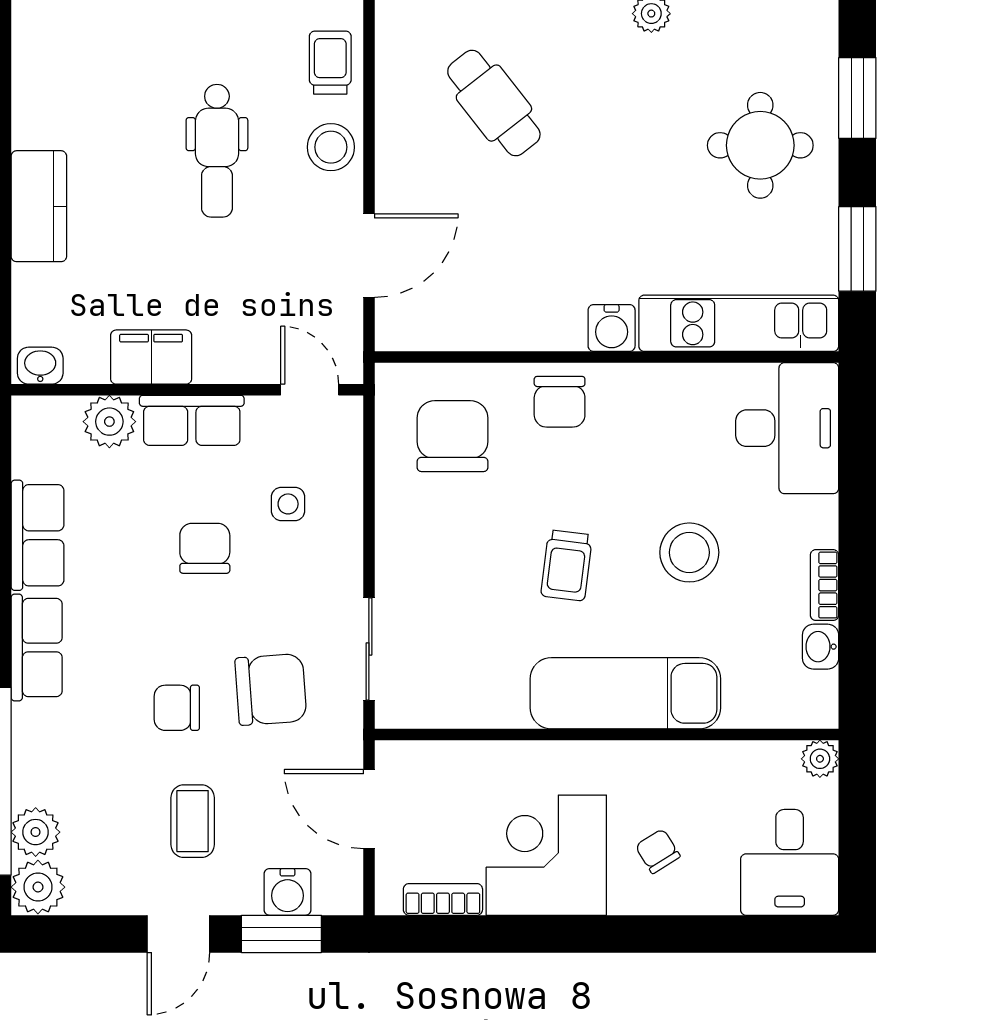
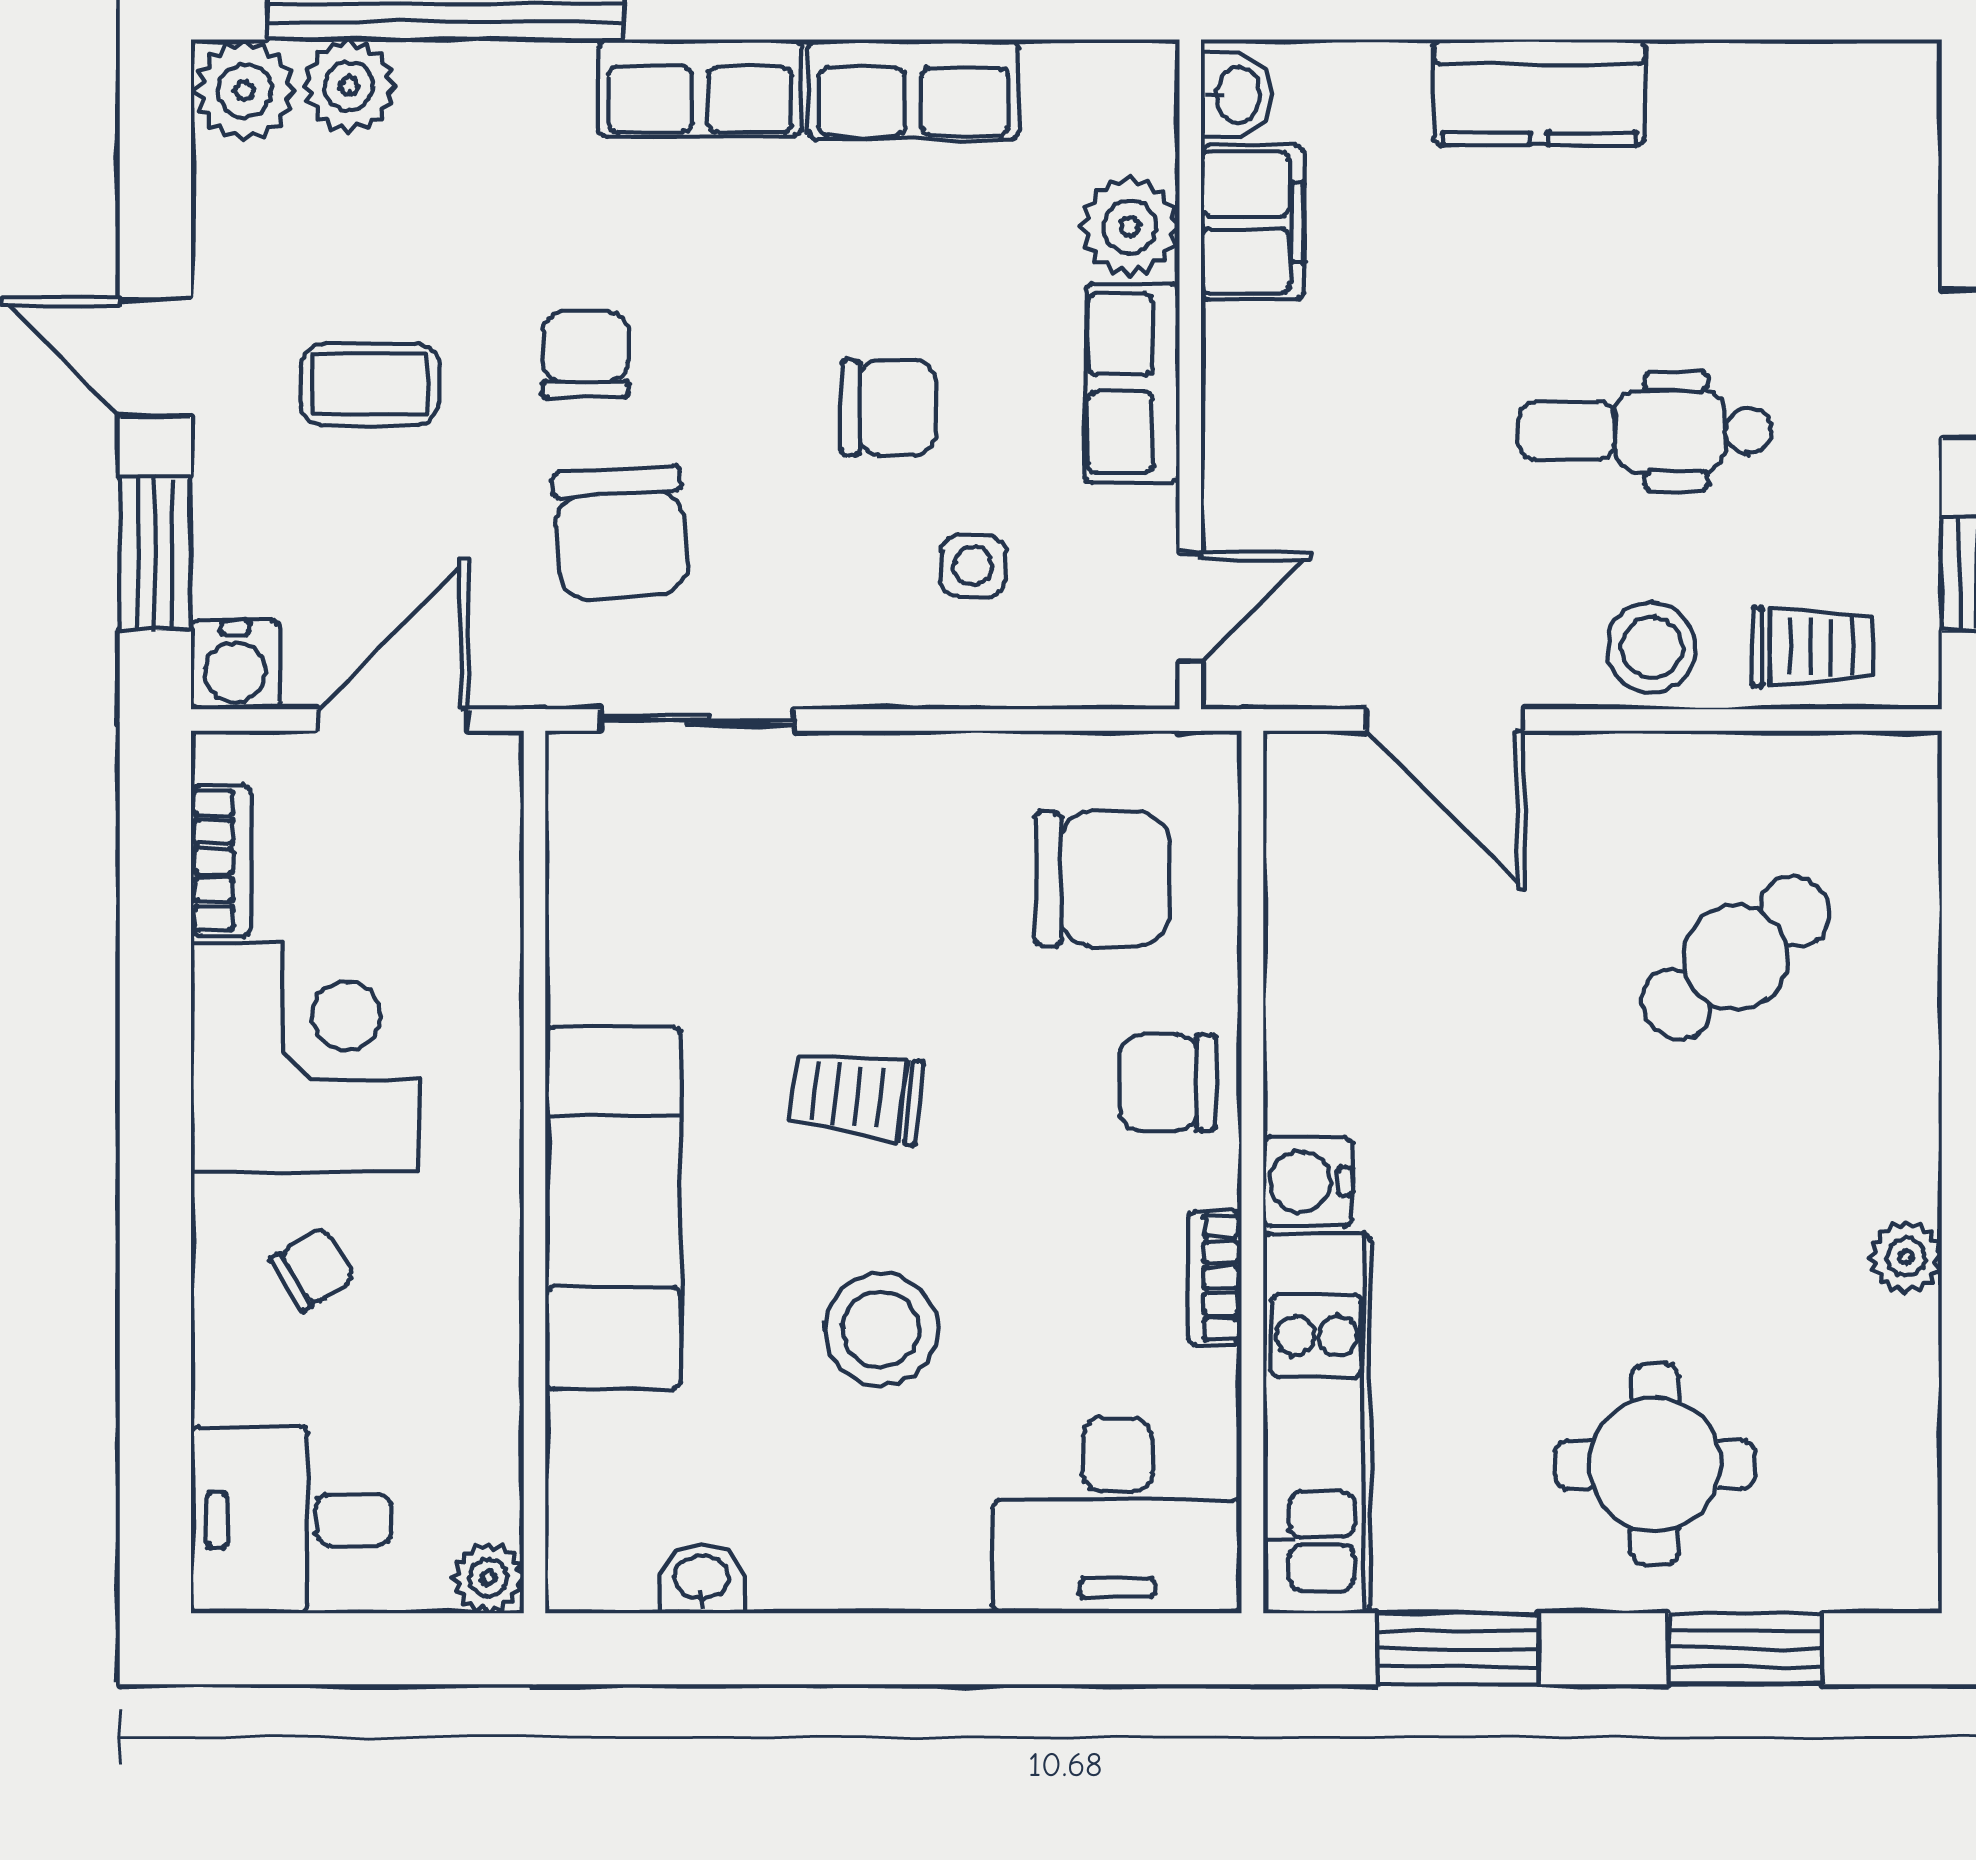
filing cabinet: (151, 357) -> (1252, 222), moved
bookcase: (824, 585) -> (1215, 1278), moved, turned -90
water cooler: (288, 892) -> (235, 665), moved, turned -90

